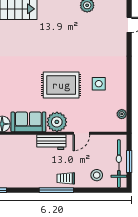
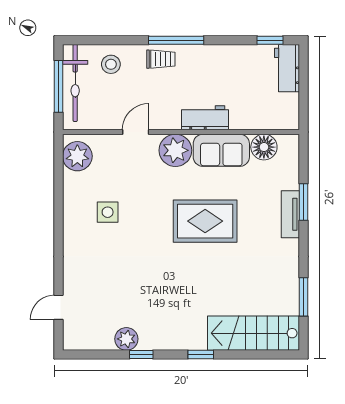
rug: (61, 85) -> (205, 221), moved
plant: (122, 114) -> (77, 156), width x1.88, depth x1.88
workbench: (51, 142) -> (205, 118), moved
window: (129, 161) -> (59, 86), width x1.44

